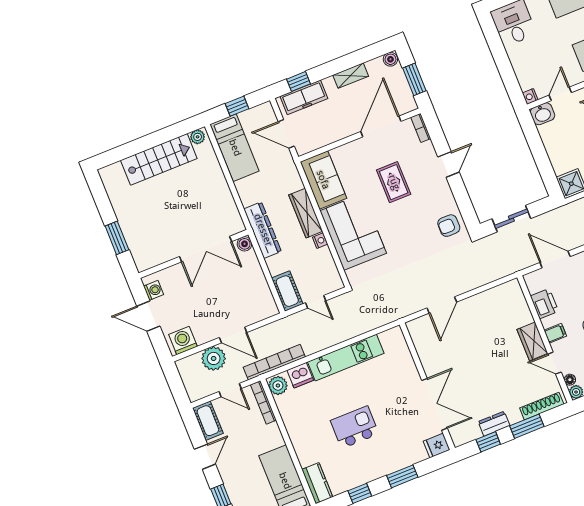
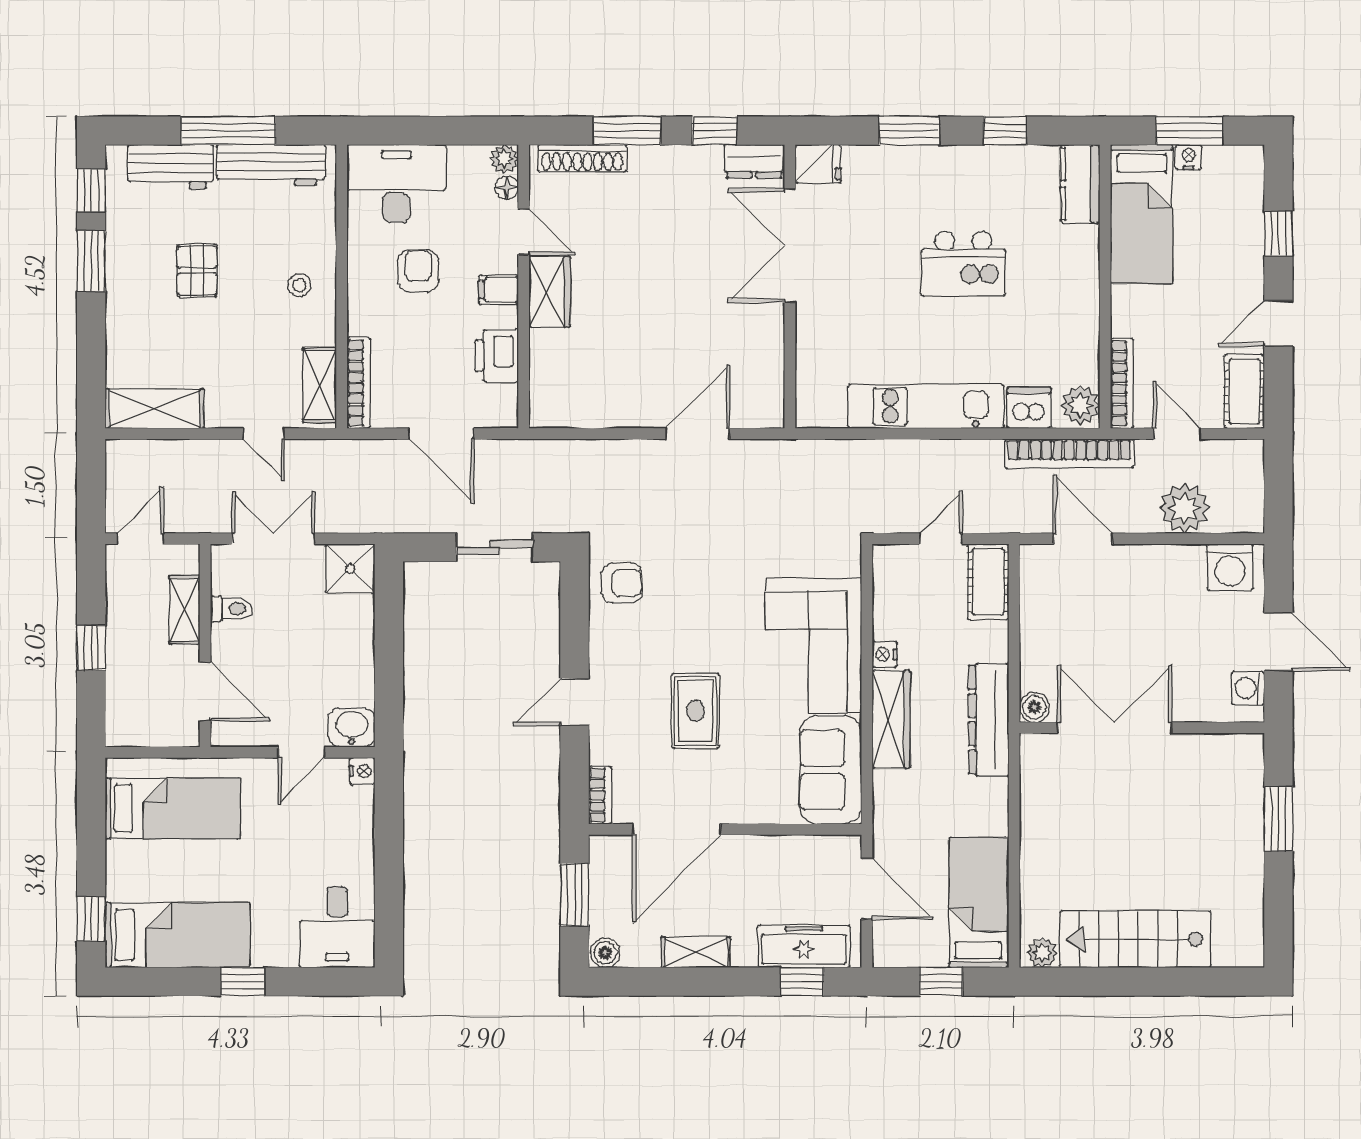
door: (316, 302) -> (941, 539), hinge flipped
door: (233, 335) -> (1083, 539), moved
dresser: (494, 424) -> (754, 161), moved

